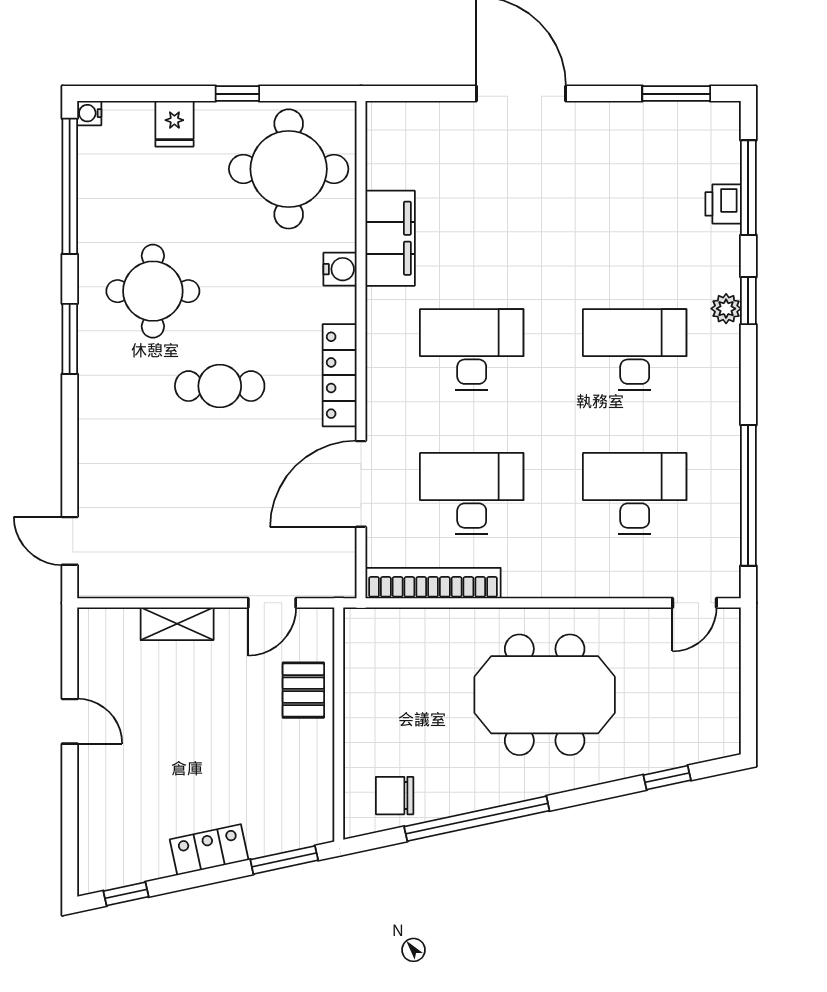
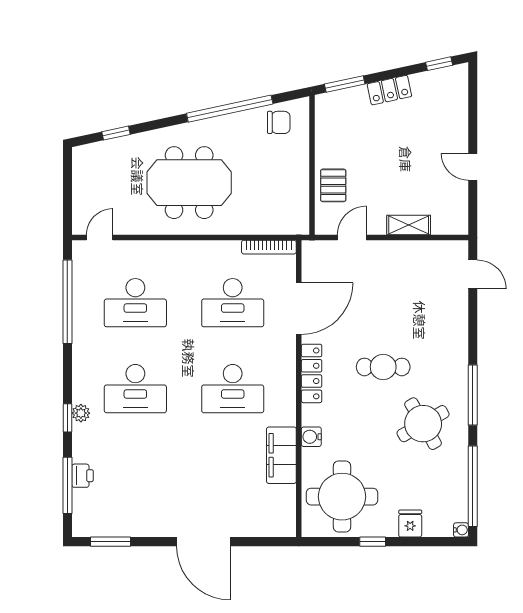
round table: (153, 291) -> (423, 424), turned -30
window: (70, 339) -> (473, 395), width x1.44
bookcase: (433, 583) -> (269, 247), width x0.68, depth x0.76

